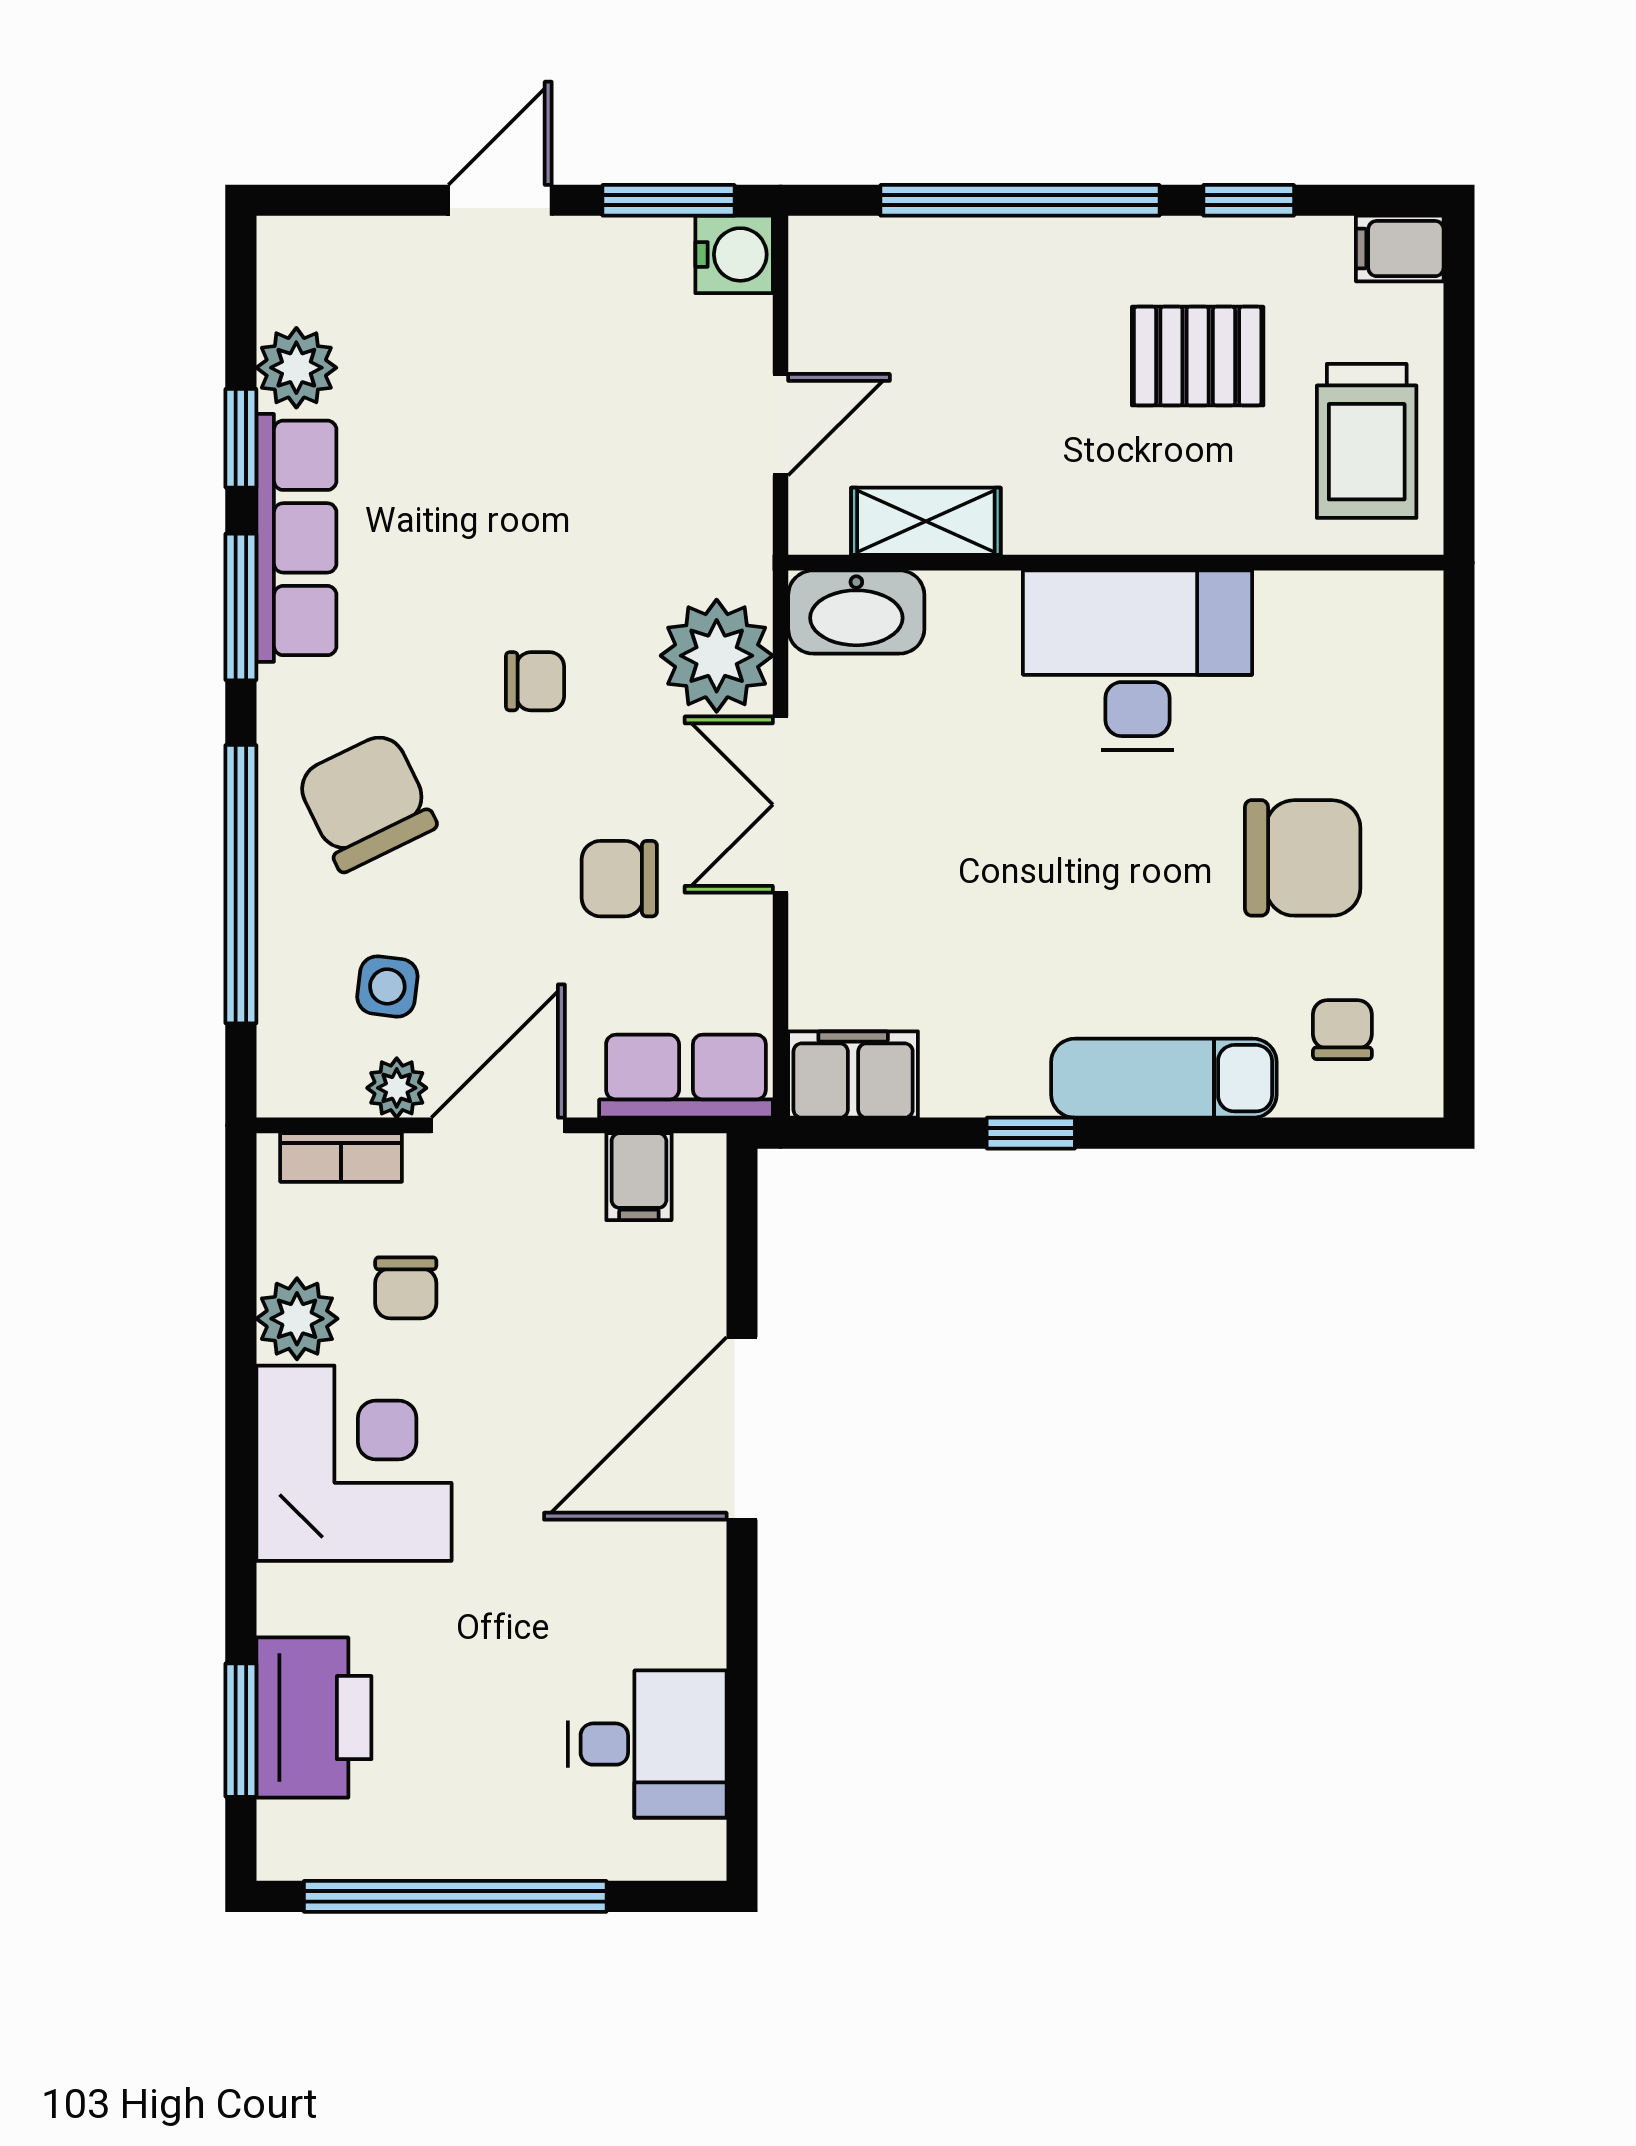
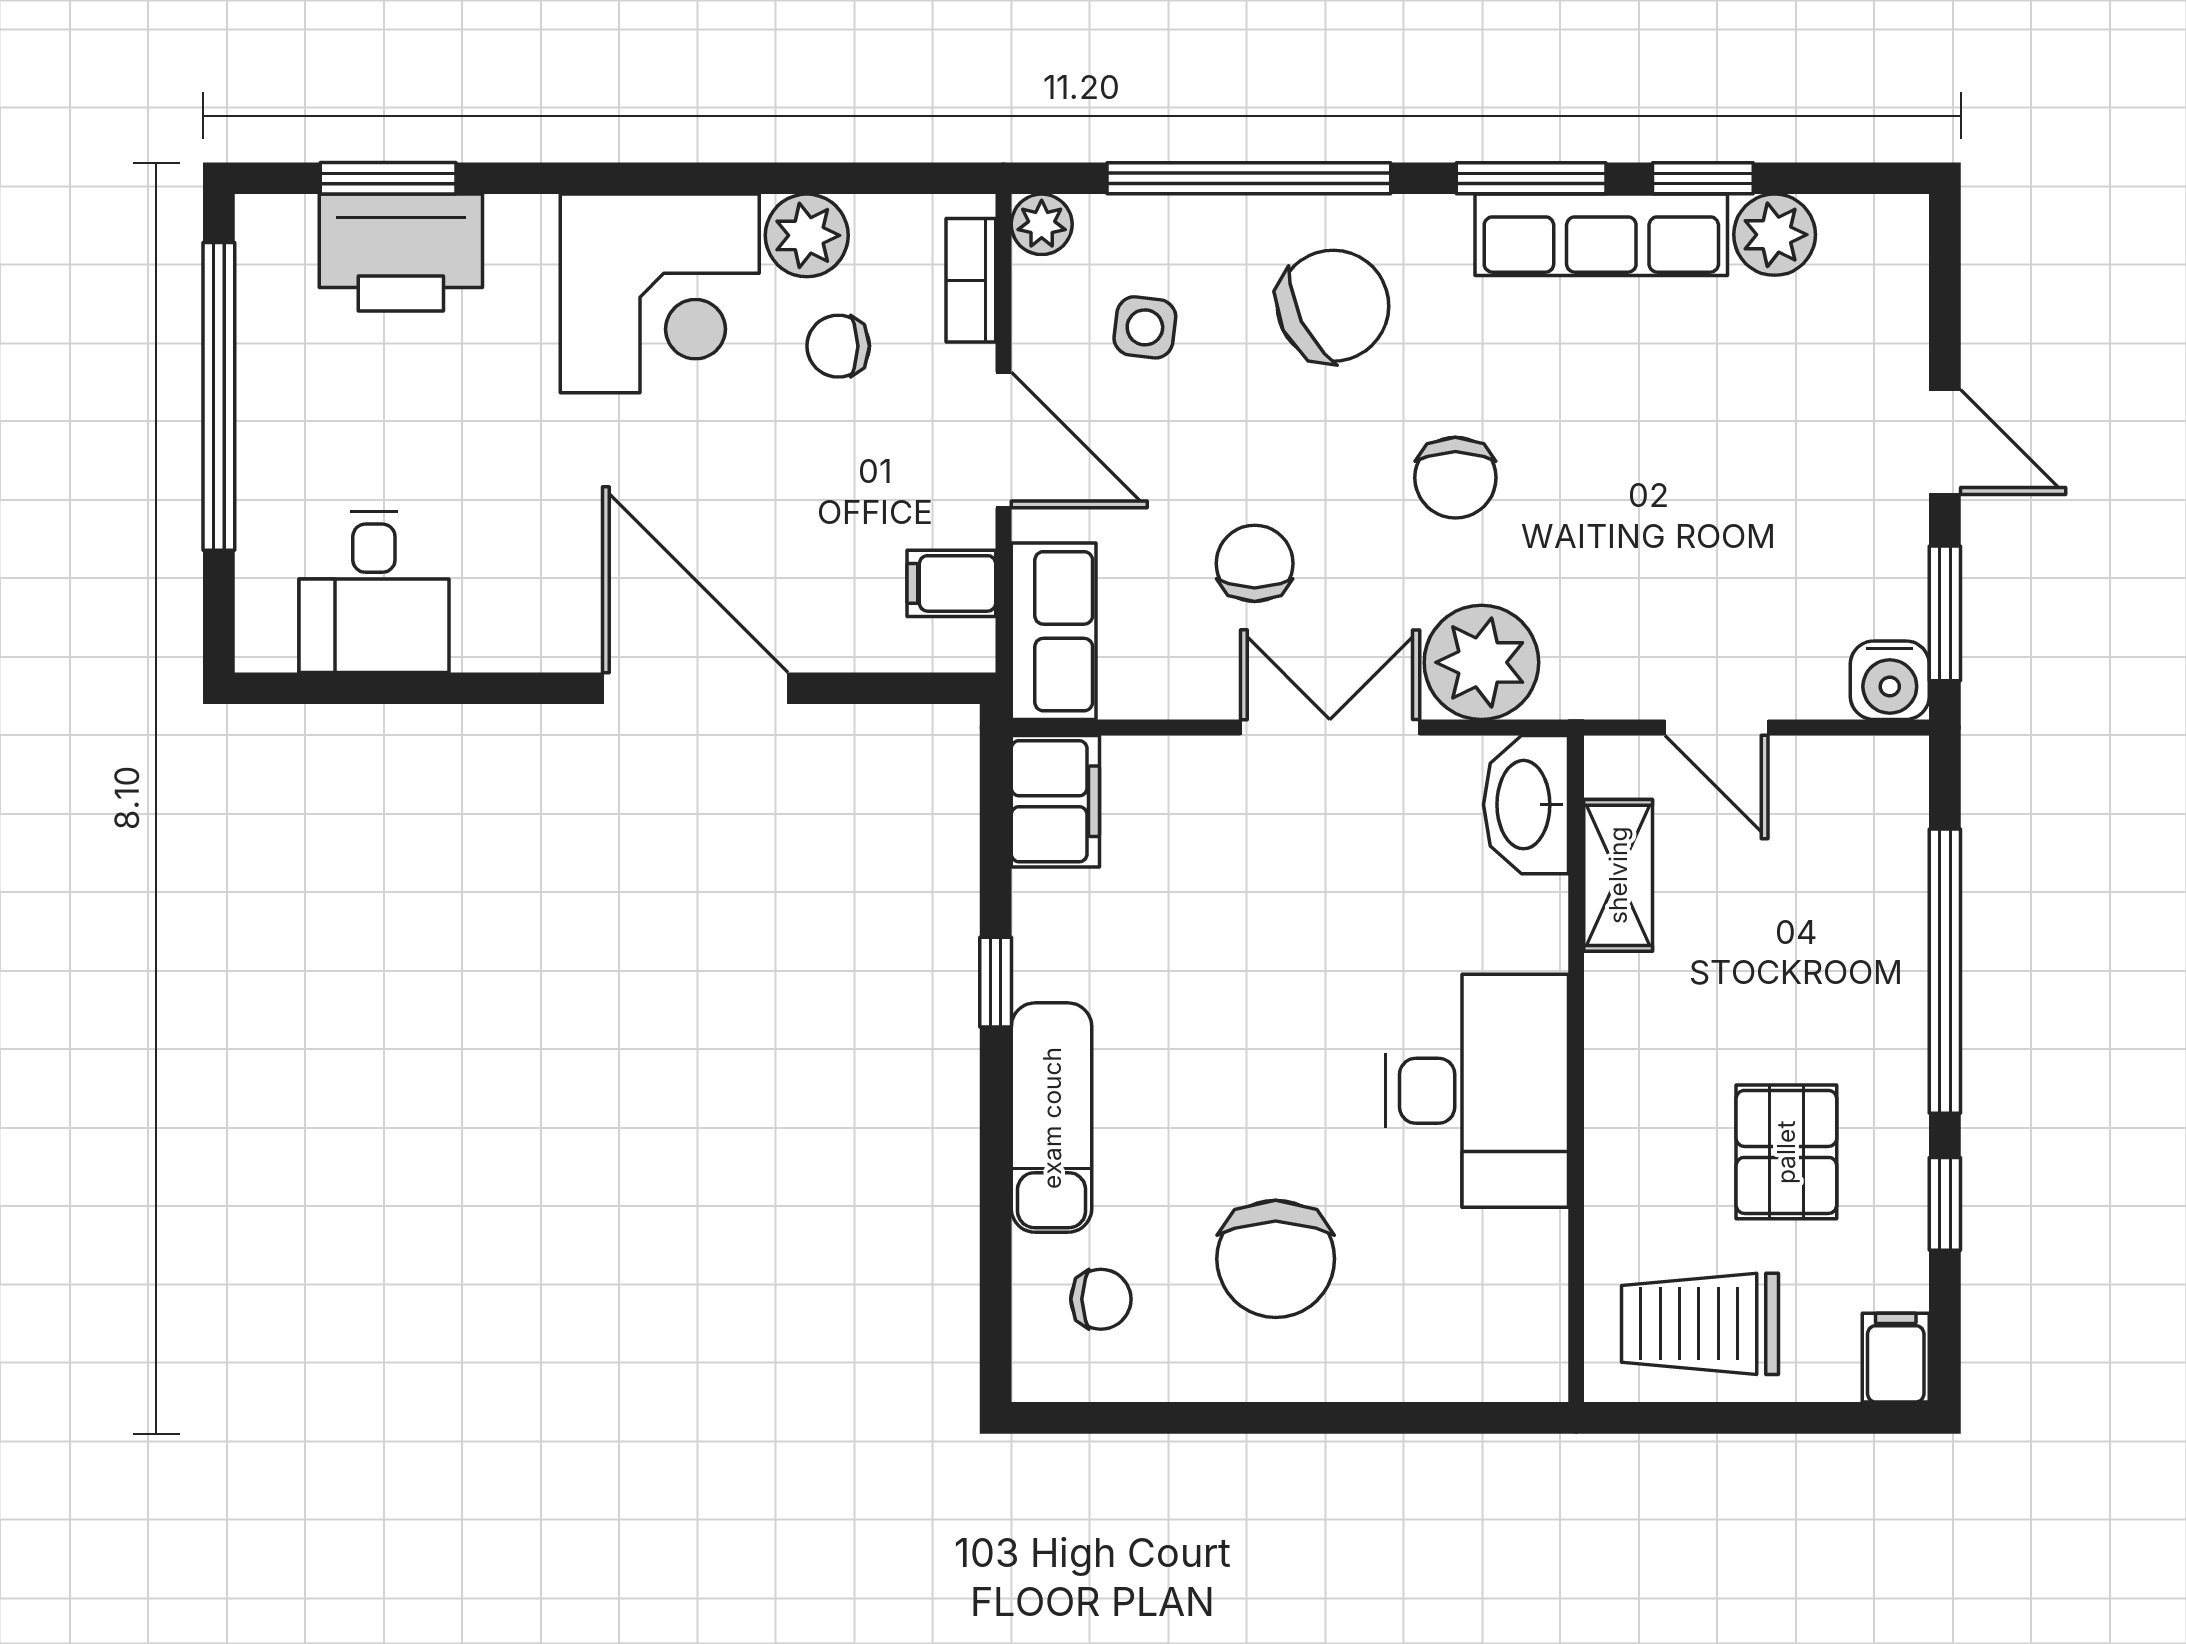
chair: (535, 681) -> (1455, 478), width x1.37, depth x1.37
plant: (397, 1088) -> (1042, 224), moved

